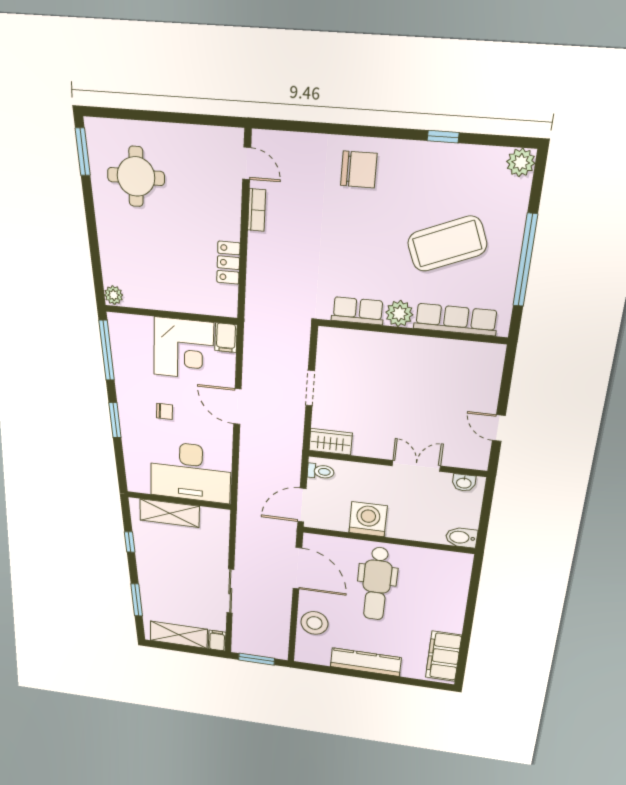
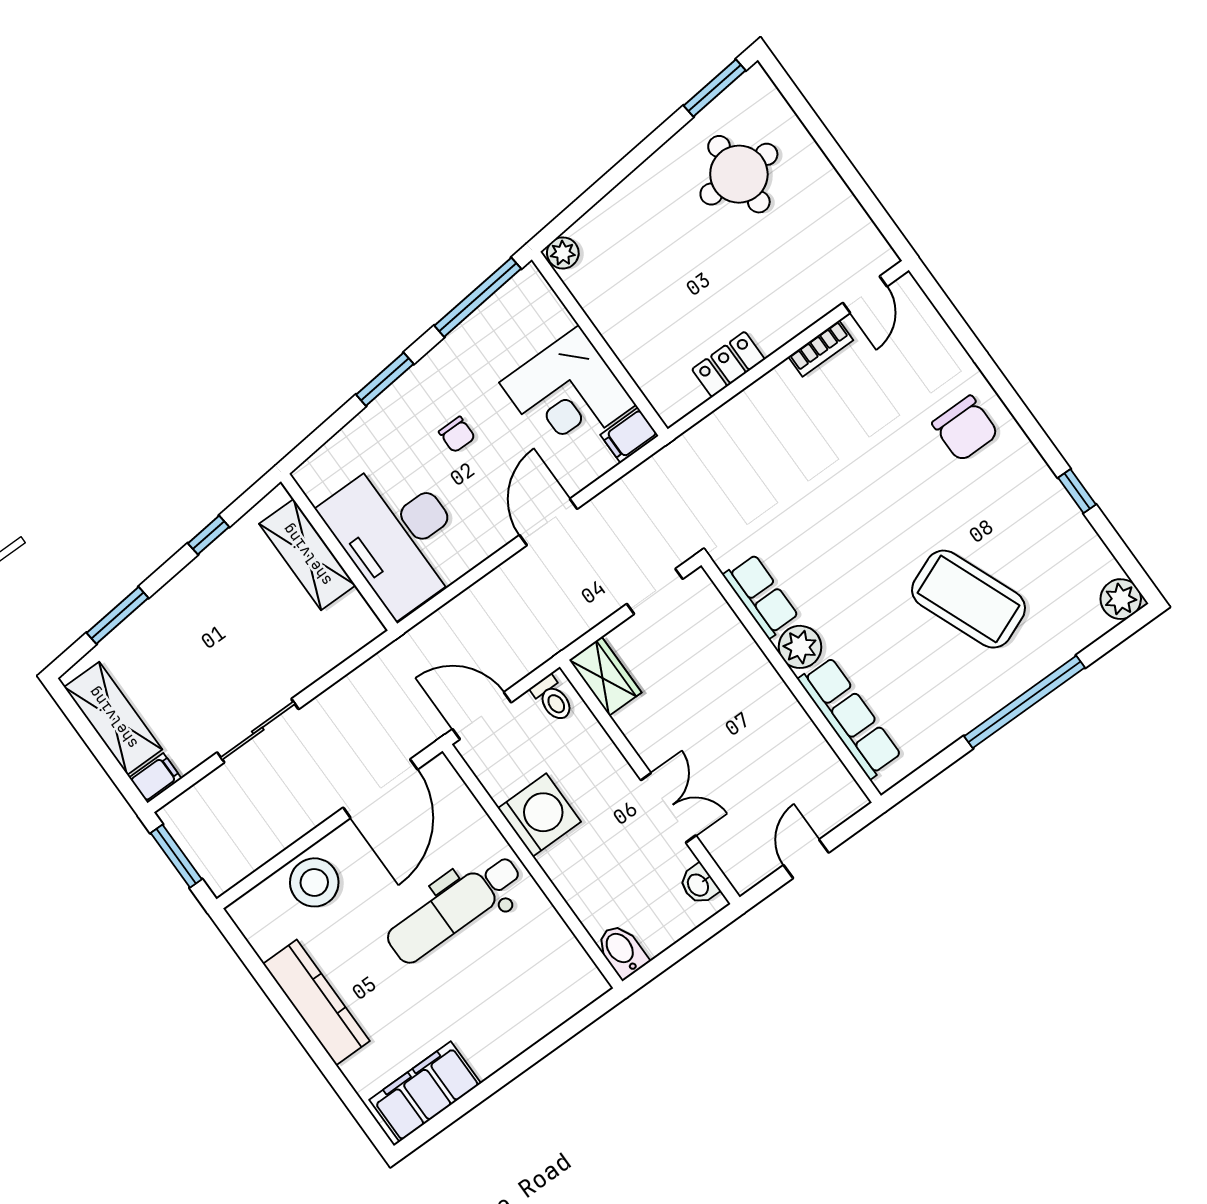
row of seats: (358, 311) -> (761, 596), moved
plant: (399, 314) -> (800, 647), moved
row of seats: (456, 320) -> (850, 718), moved
wall: (412, 332) -> (791, 680), moved

